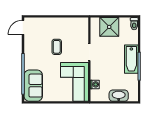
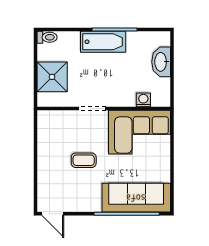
sofa: (33, 86) -> (136, 198), width x1.36

